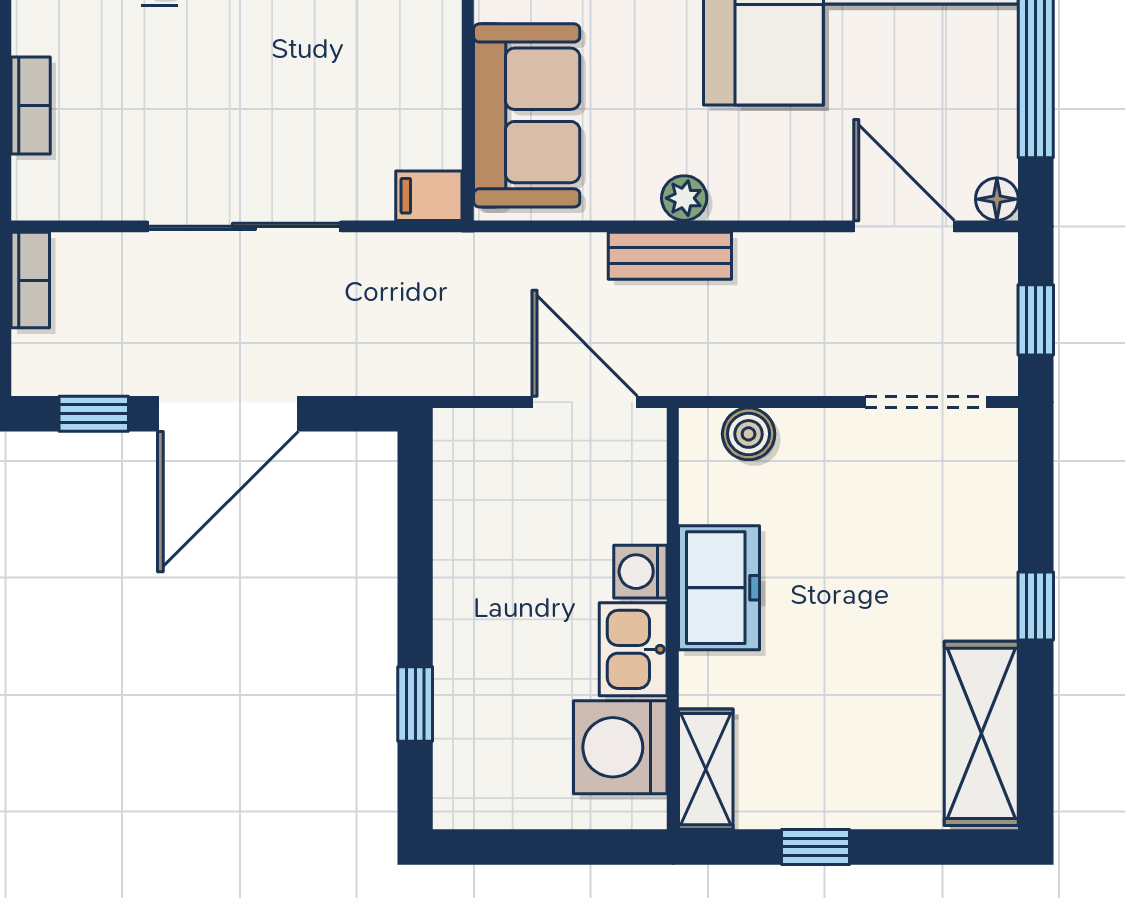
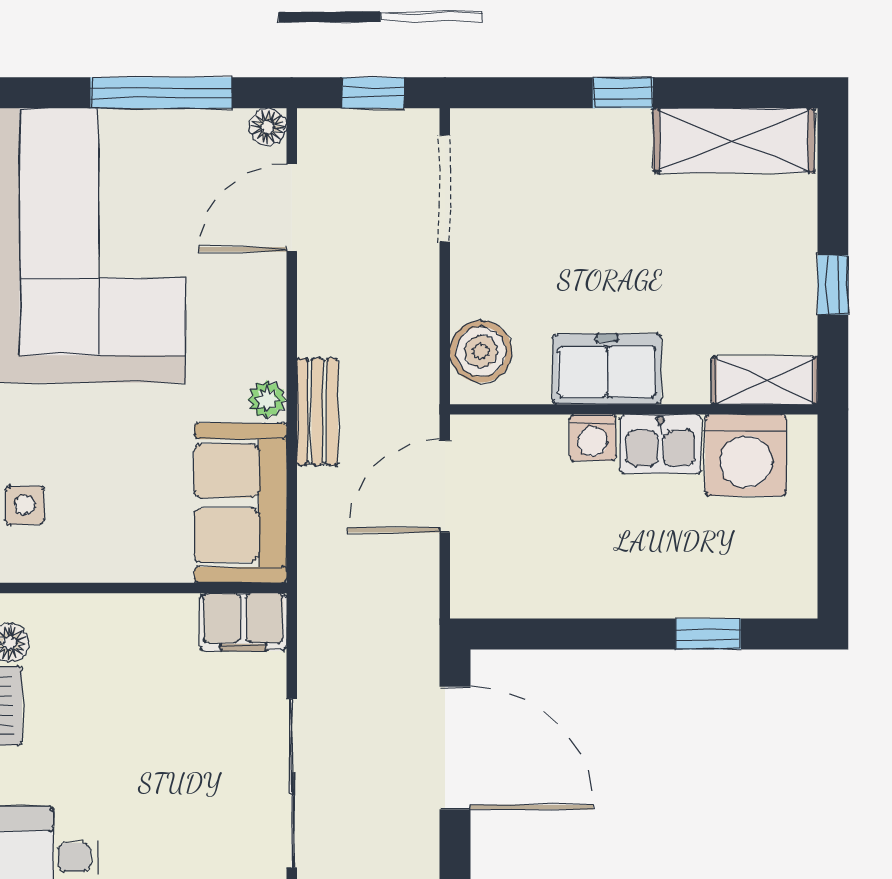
sofa: (527, 115) -> (240, 503), moved, turned -90
filing cabinet: (429, 196) -> (243, 622), width x2.00
door: (228, 414) -> (455, 748), moved
boiler: (749, 434) -> (481, 352), width x1.36, depth x1.36

